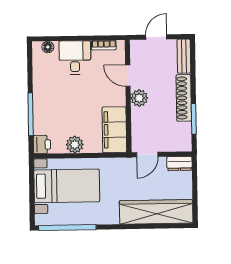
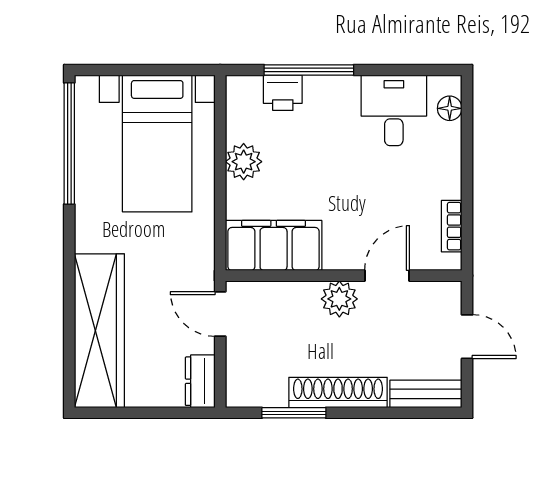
desk: (75, 58) -> (394, 110), moved, turned -90
printer: (42, 145) -> (283, 93), moved

